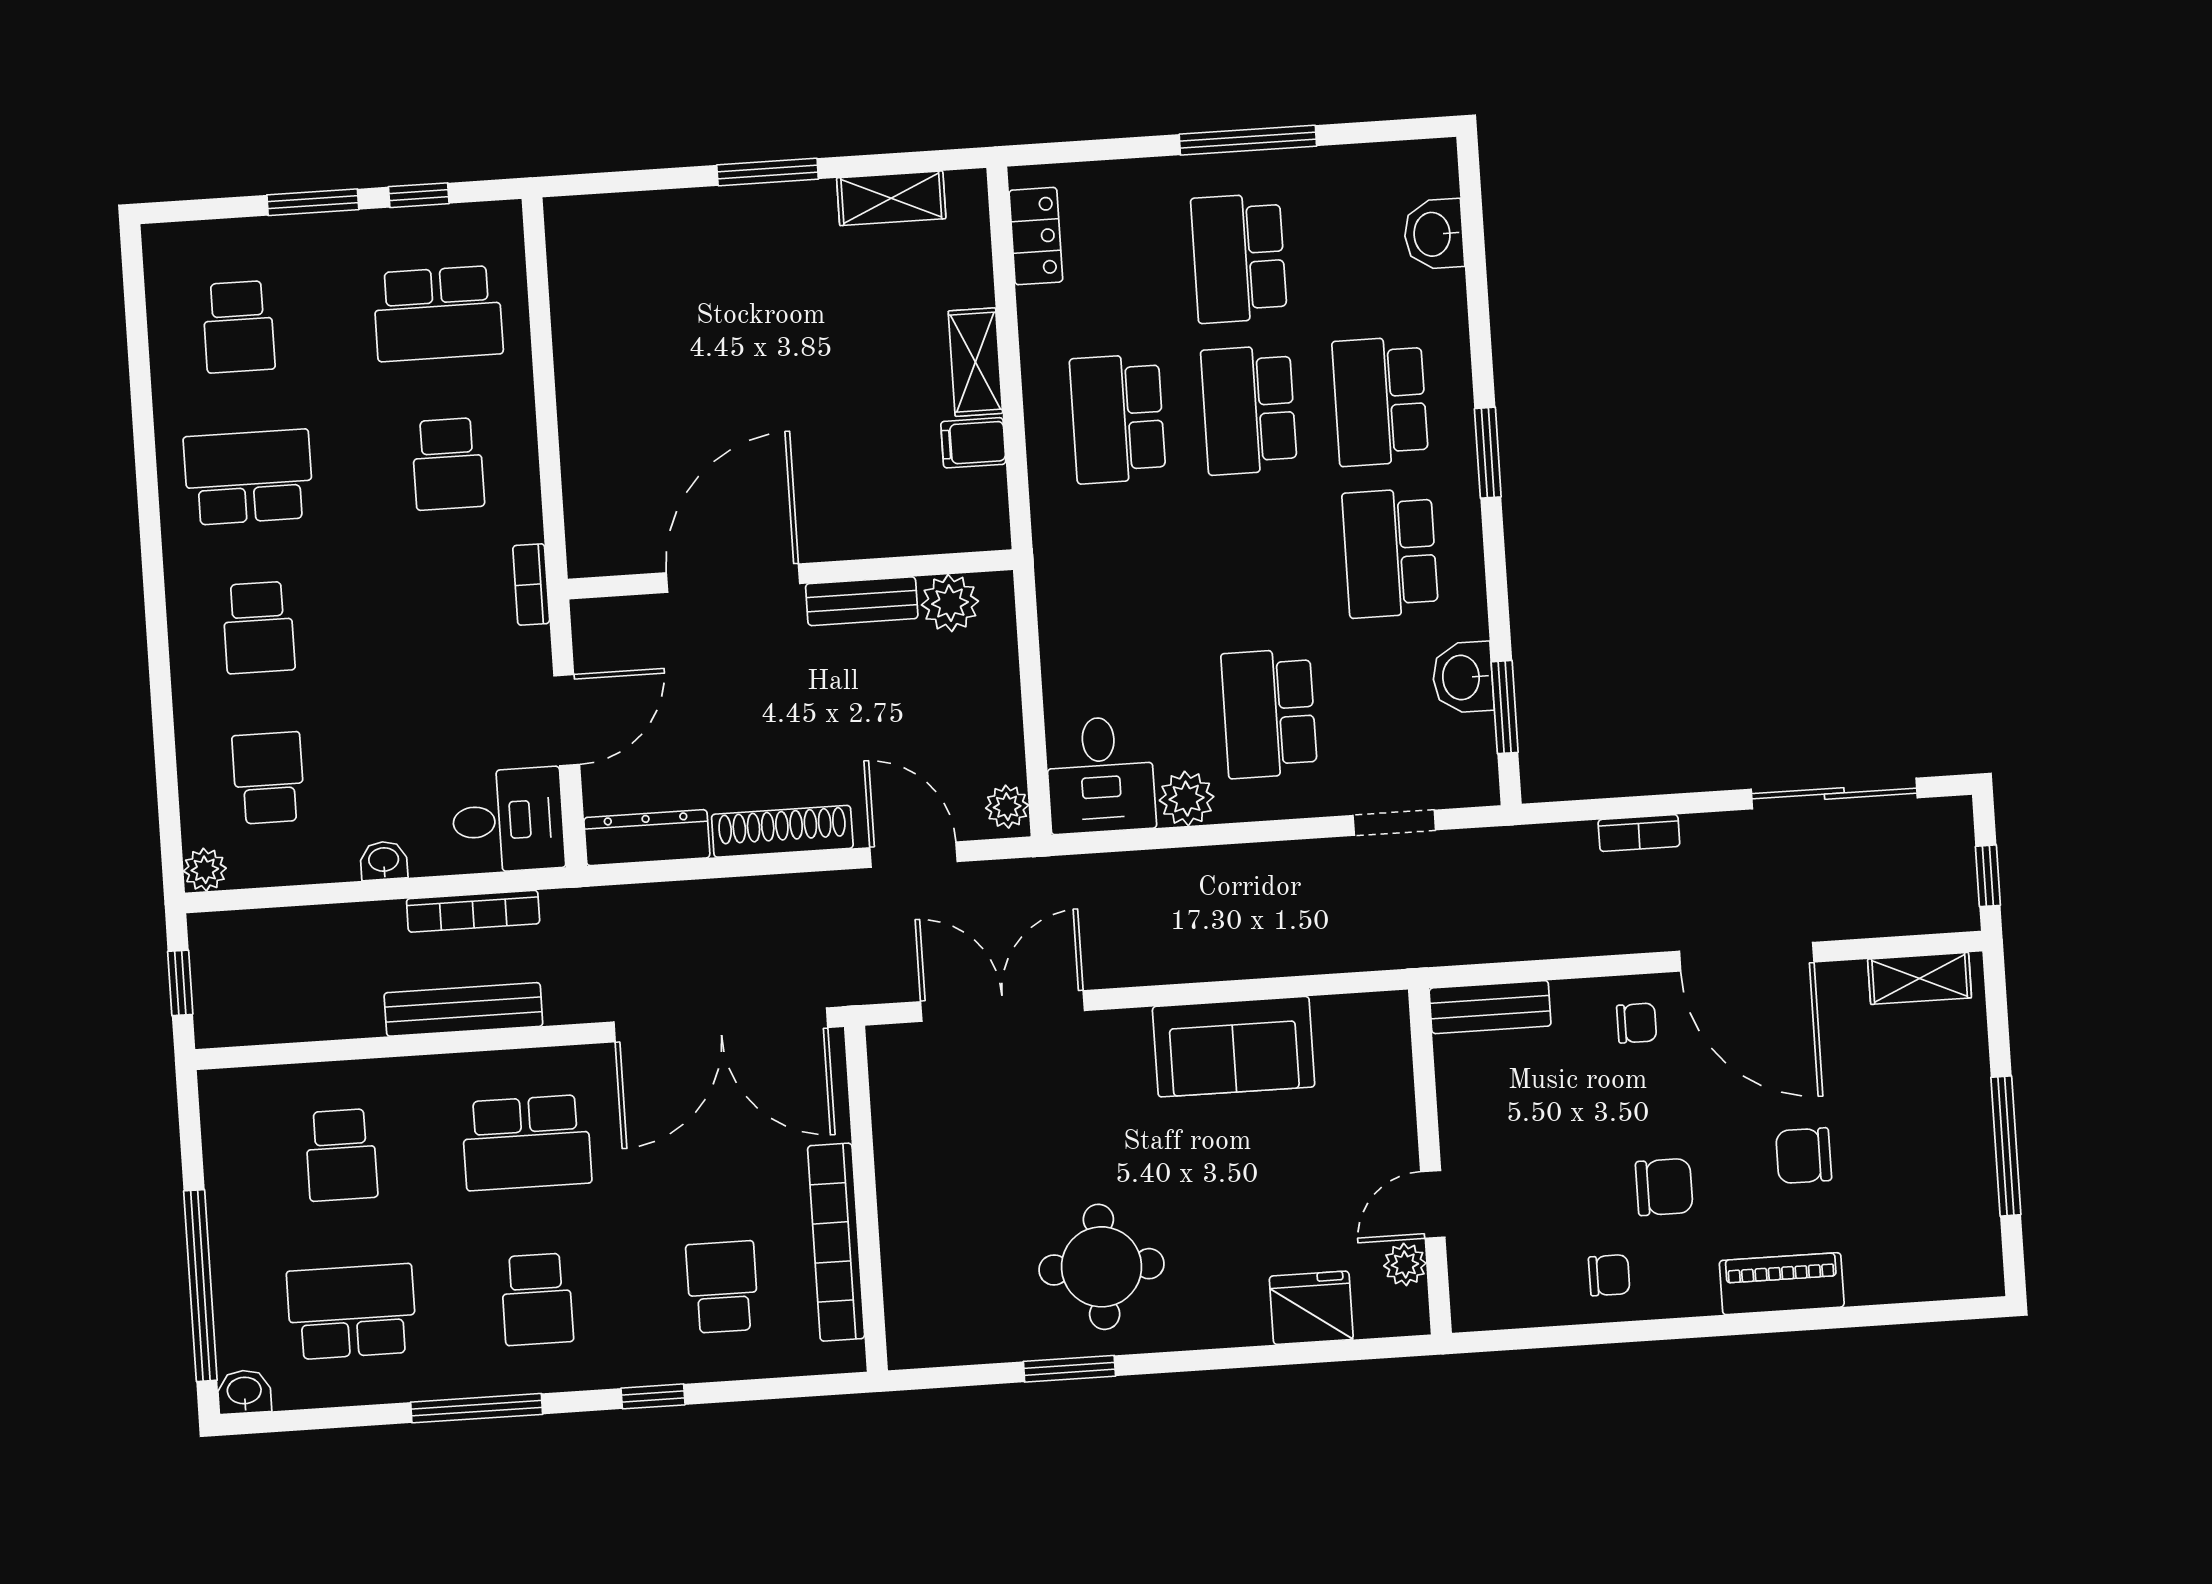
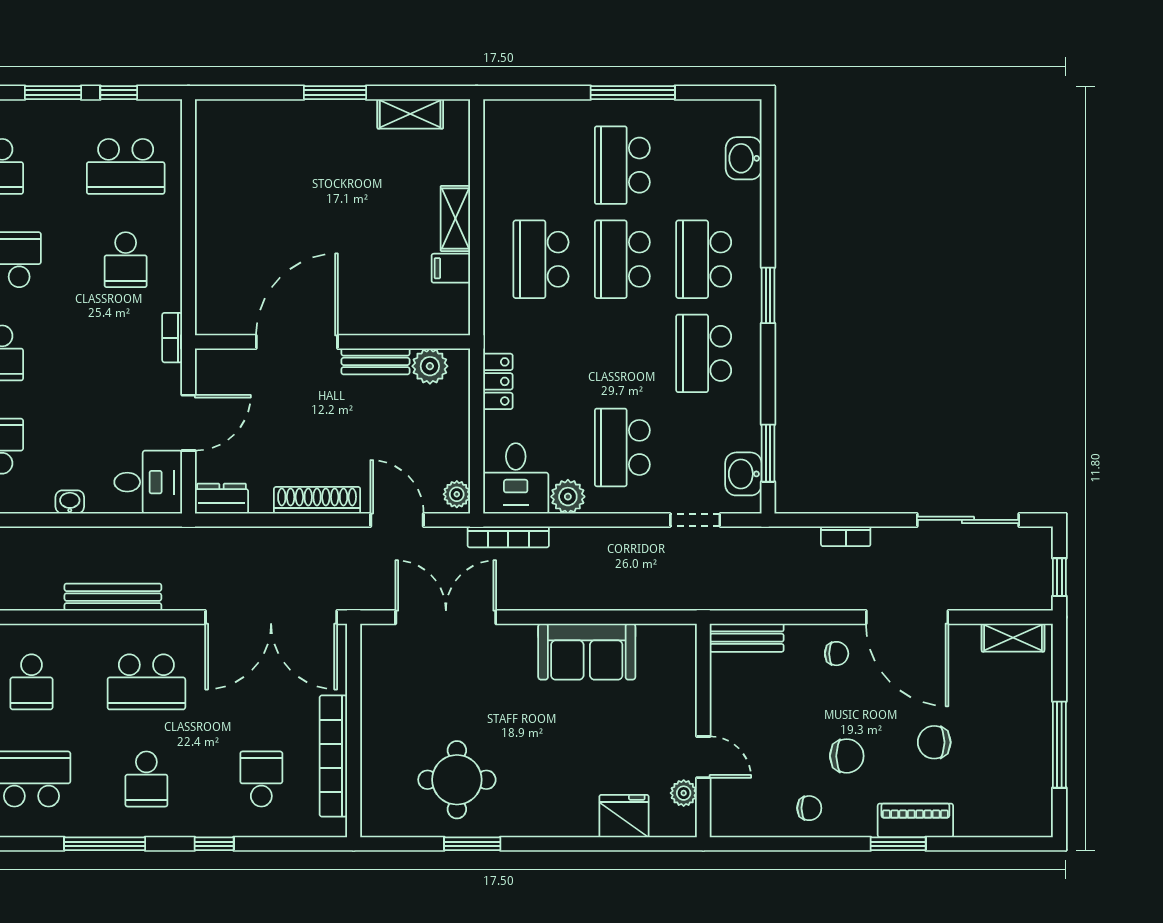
locker: (1036, 236) -> (498, 381), moved
washbasin: (1463, 677) -> (743, 474), moved
dresser: (647, 838) -> (222, 499), width x0.70
bookcase: (473, 911) -> (508, 537), moved
door: (1433, 1204) -> (703, 757), swing flipped
round table: (1102, 1267) -> (457, 780), moved
window: (1756, 1323) -> (898, 844), added

